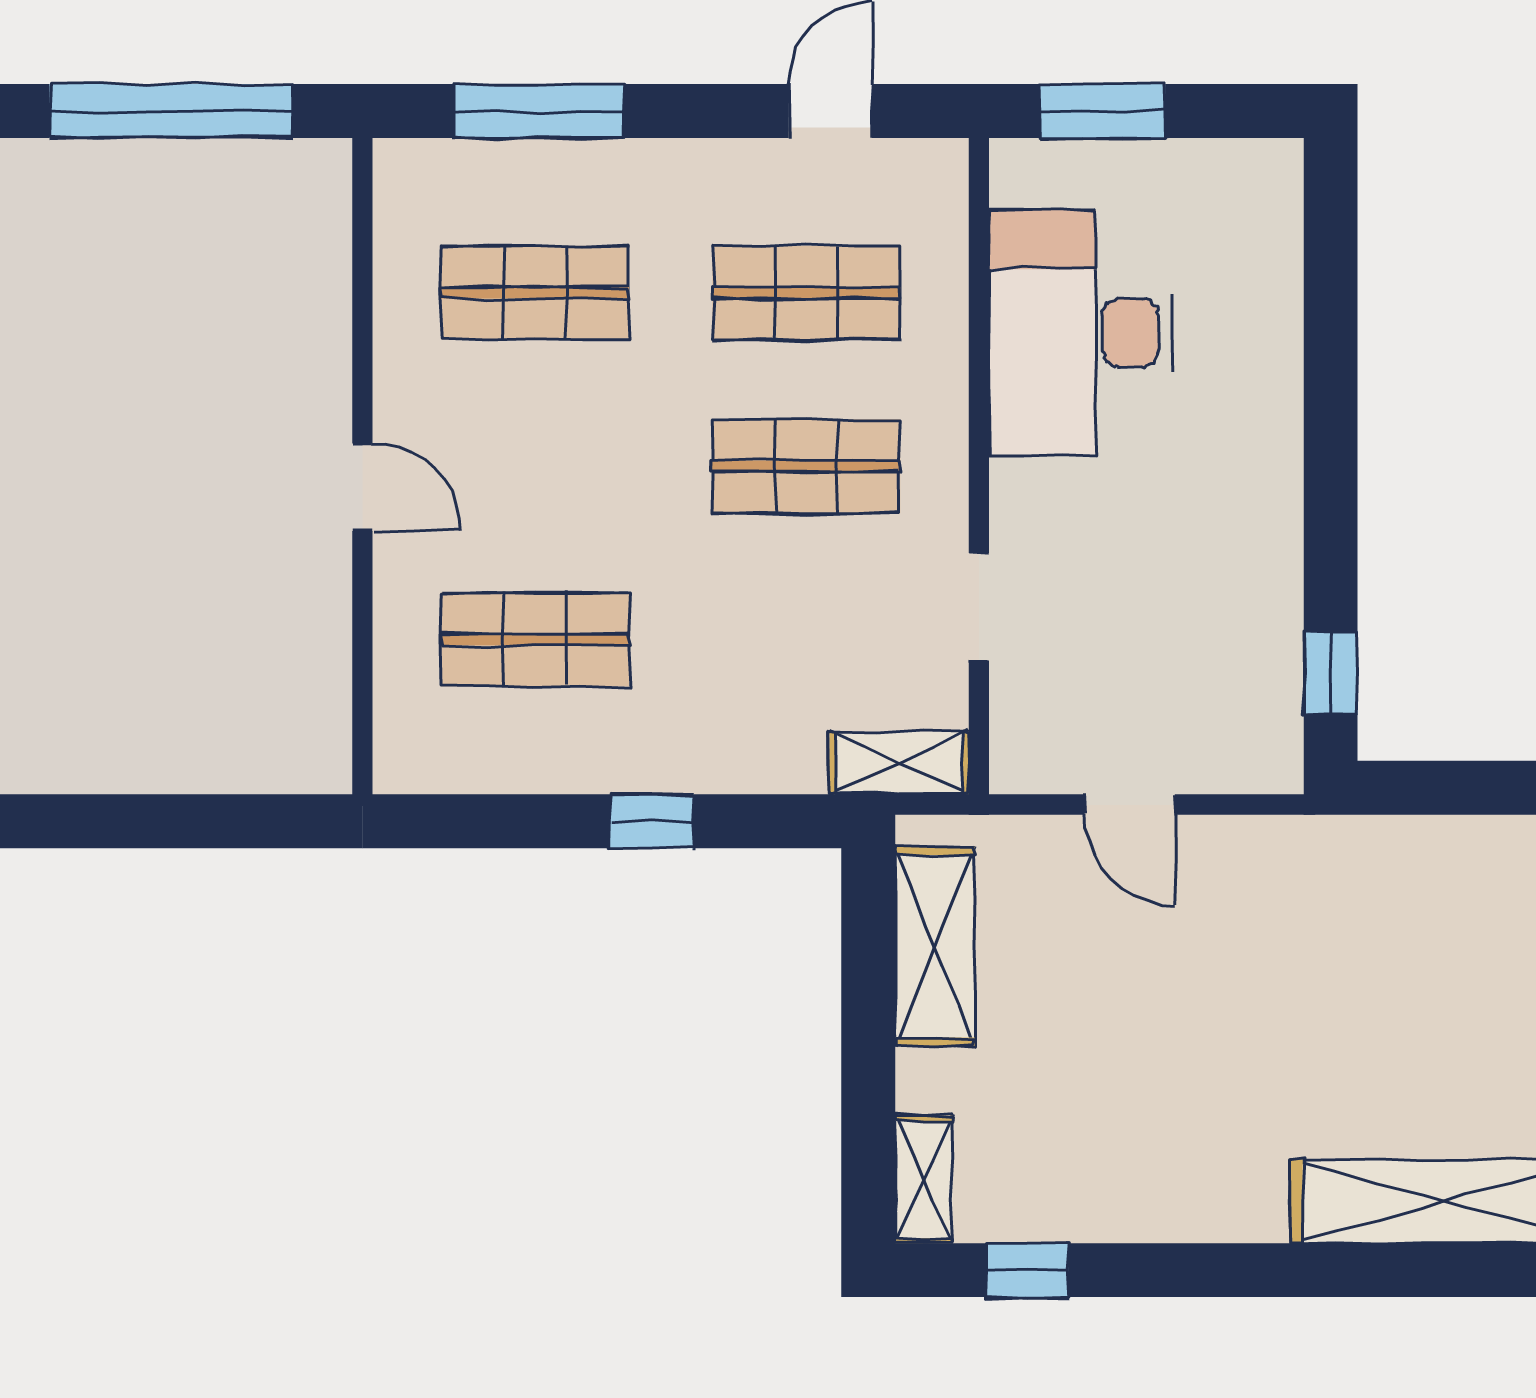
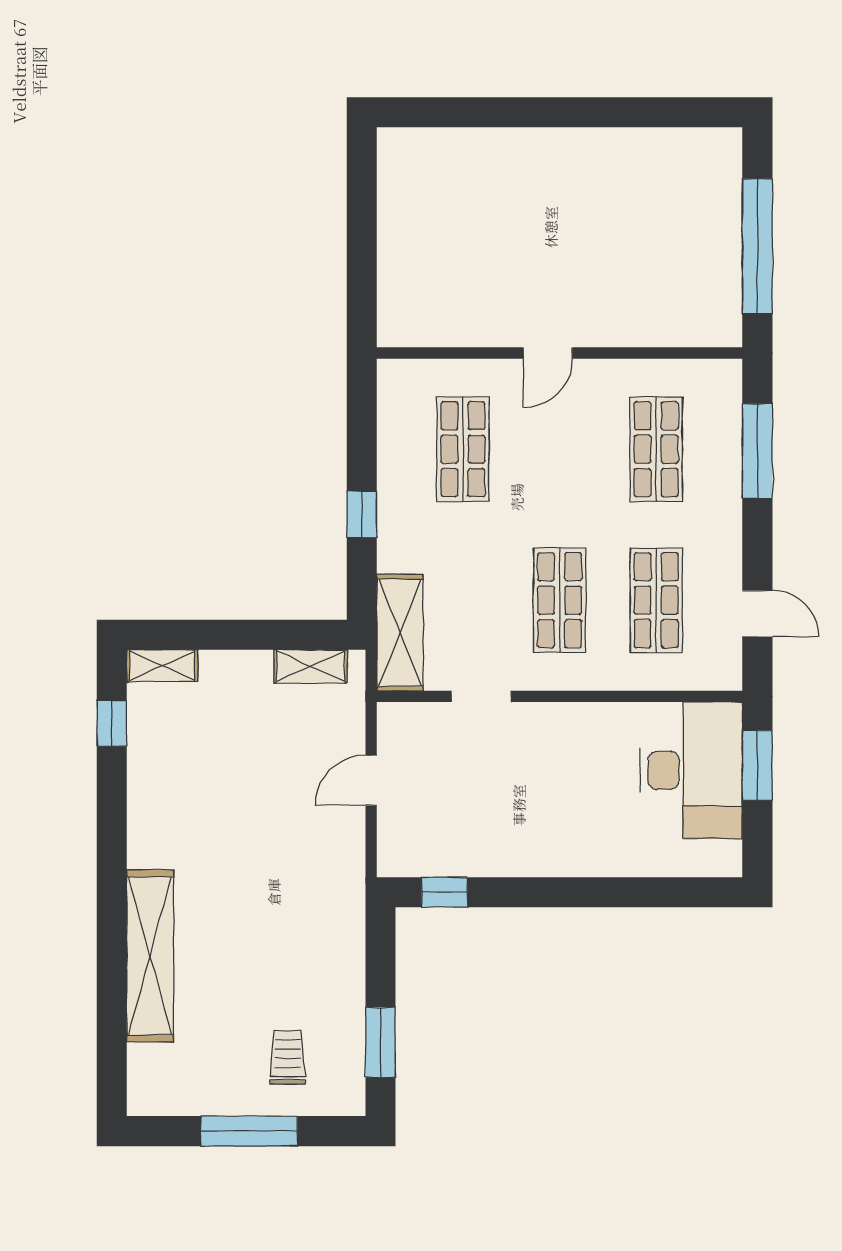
desk: (1081, 333) -> (691, 770), moved, turned 90
shelving: (899, 763) -> (400, 633), width x1.50, depth x1.33
shelving: (935, 946) -> (311, 666), width x0.67, depth x0.75

